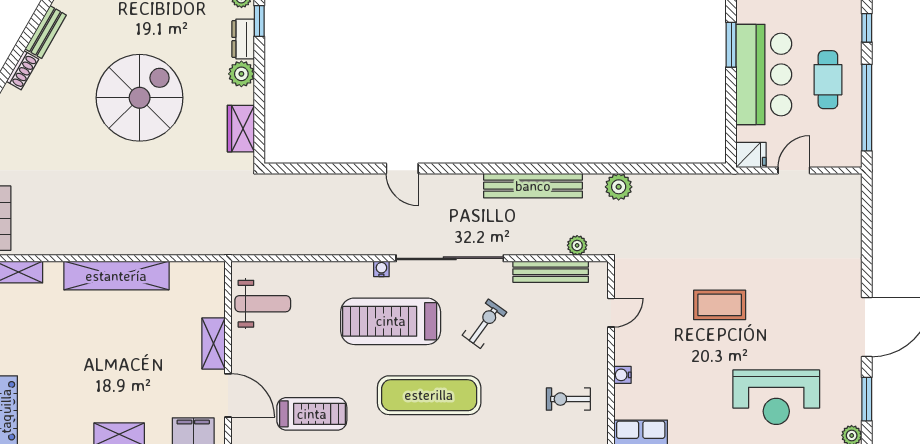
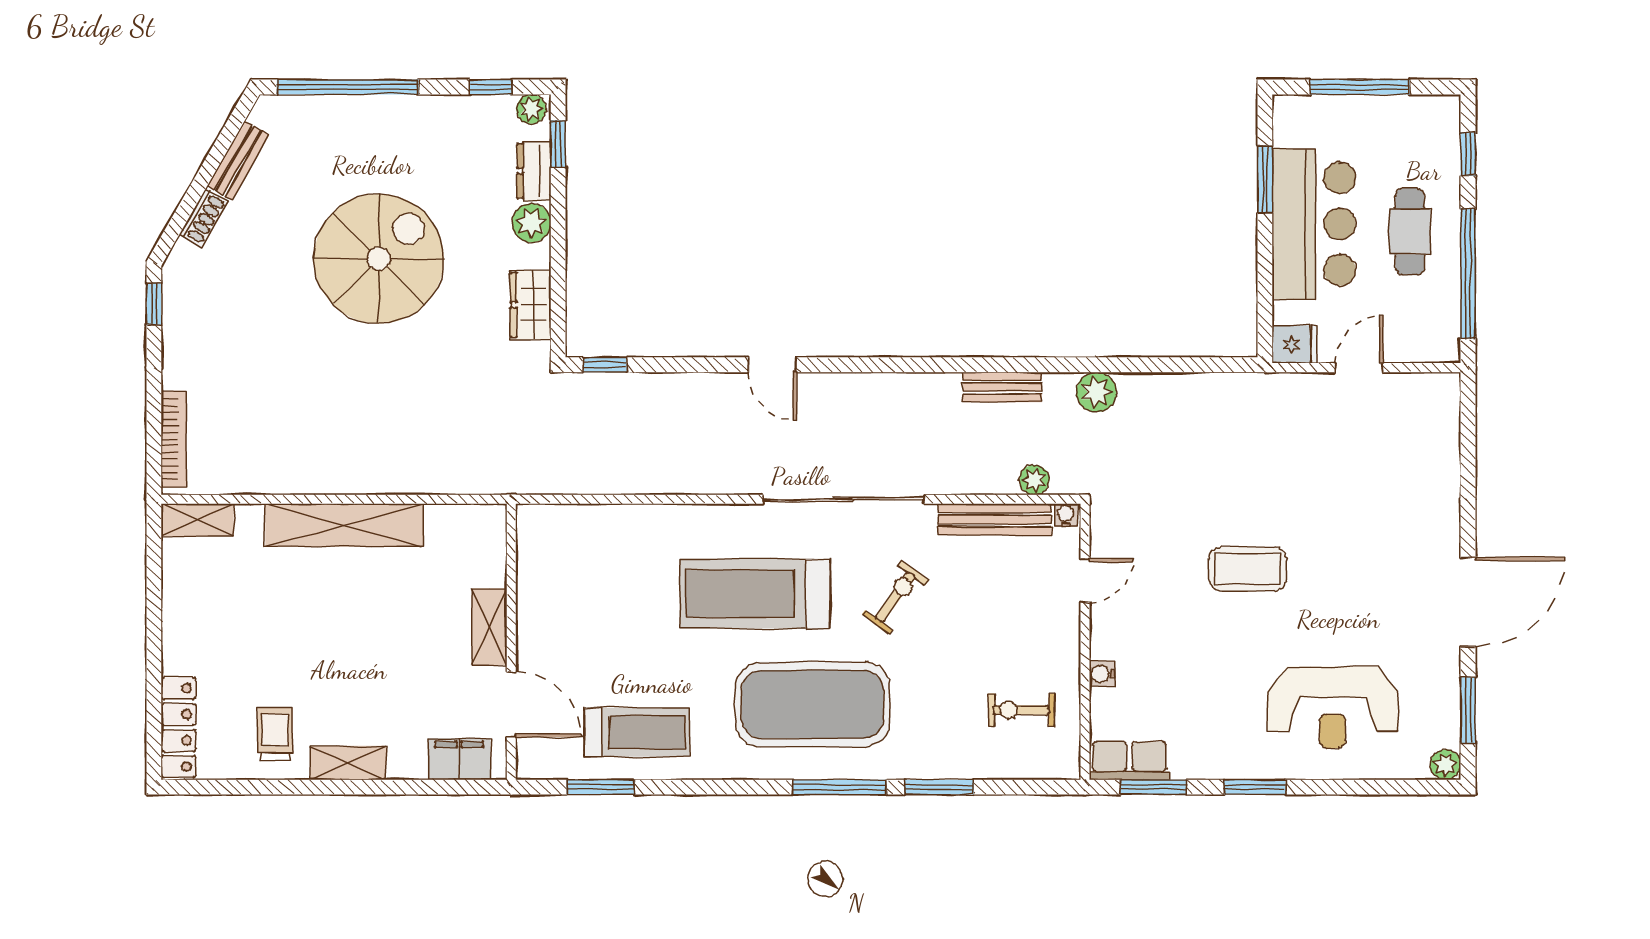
window: (290, 168) -> (605, 365), added
bench: (533, 186) -> (1002, 387), width x0.54, depth x0.82
water cooler: (381, 269) -> (1066, 515), moved
weight bench: (263, 304) -> (563, 567), removed
exercise mat: (429, 395) -> (813, 704), width x1.47
trolley: (70, 415) -> (275, 734), added

